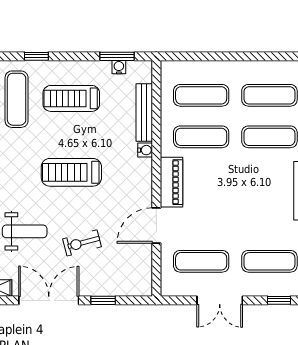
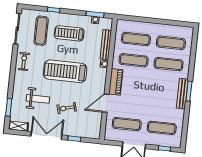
treadmill: (71, 172) -> (65, 71), width x1.37, depth x1.38

